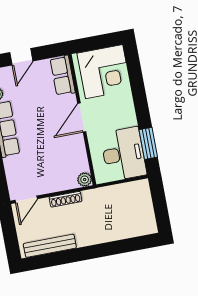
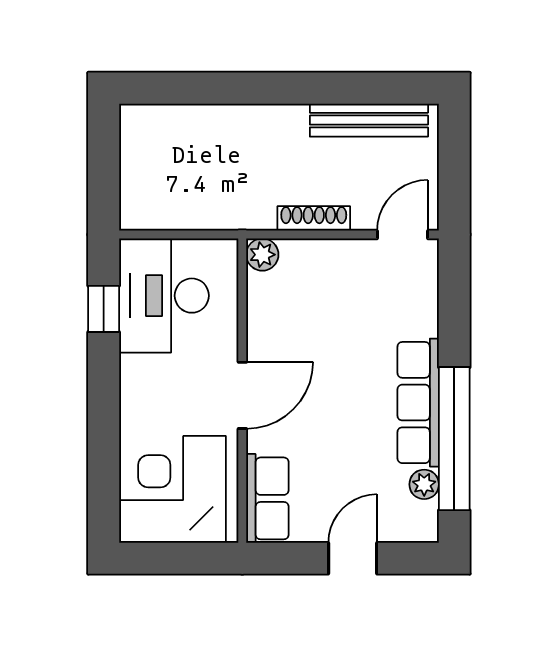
window: (148, 143) -> (104, 309), width x0.67

